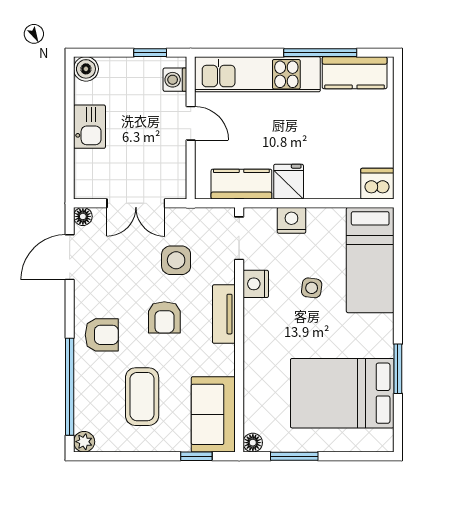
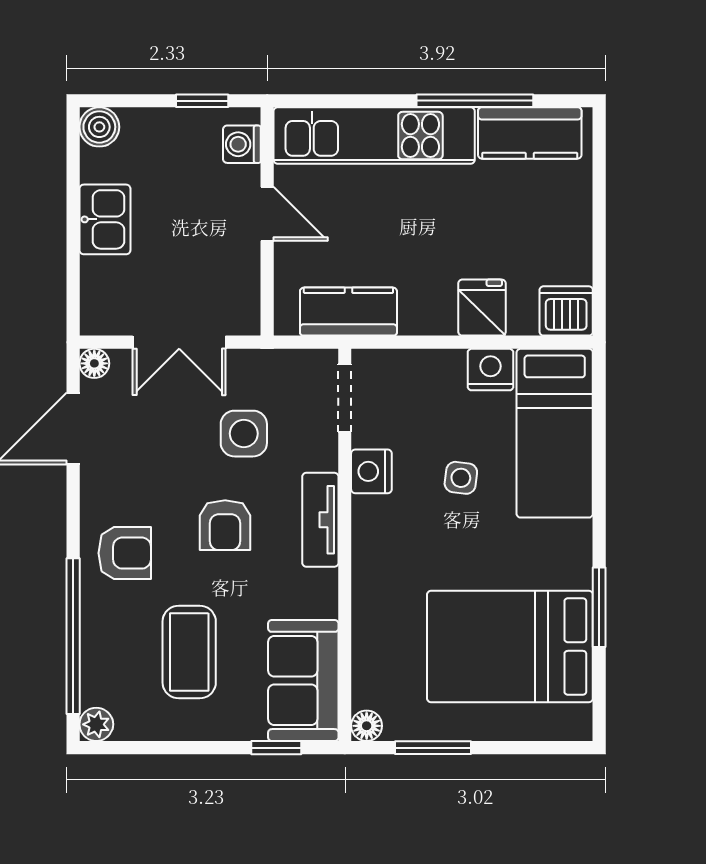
fridge: (289, 182) -> (482, 308), moved
nightstand: (291, 220) -> (491, 370), moved

